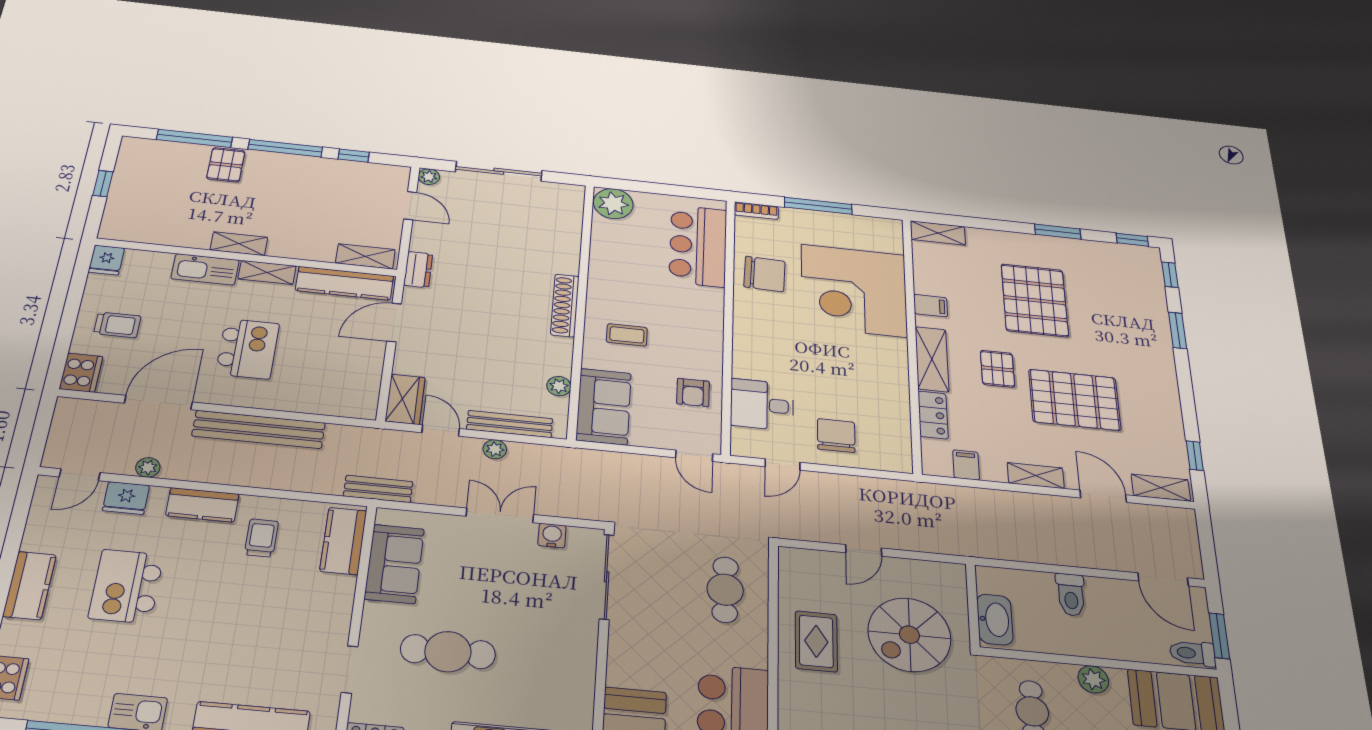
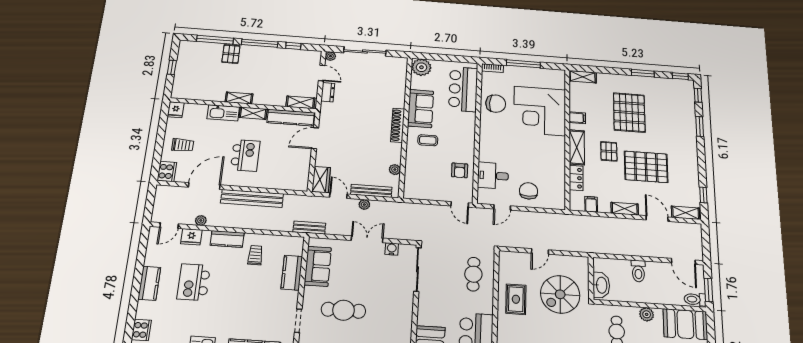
dresser: (418, 270) -> (328, 92), moved
sofa: (604, 406) -> (421, 109), moved
kitchen counter: (343, 541) -> (292, 273), moved

